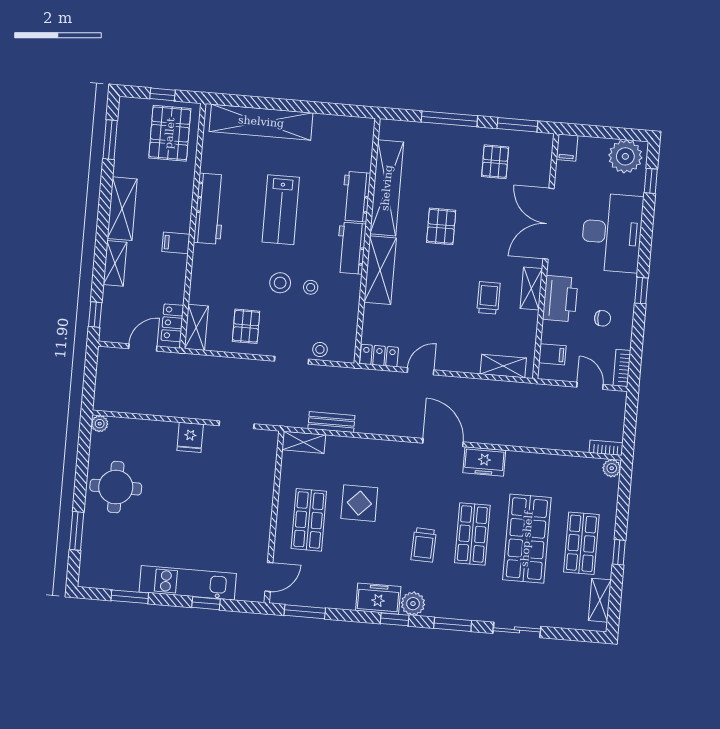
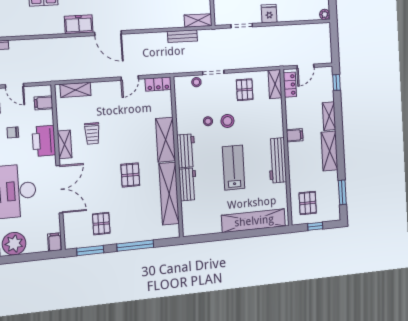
pallet: (170, 133) -> (308, 203), width x0.67, depth x0.71

